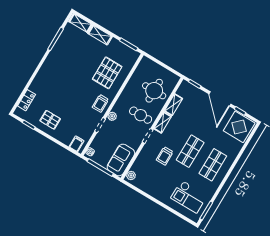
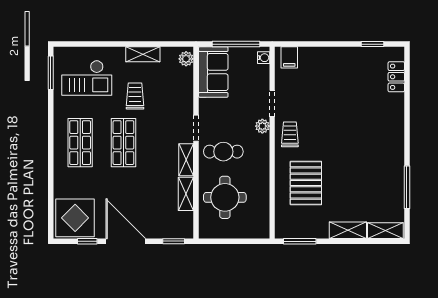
pallet: (50, 120) -> (347, 69), removed
trolley: (165, 156) -> (135, 96), moved
shelving: (152, 191) -> (143, 54), added
checkout: (189, 197) -> (87, 78), turned 180

